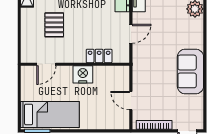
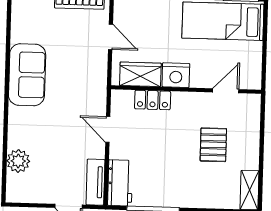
door: (131, 34) -> (108, 129), hinge flipped
wardrobe: (108, 74) -> (140, 74), added

